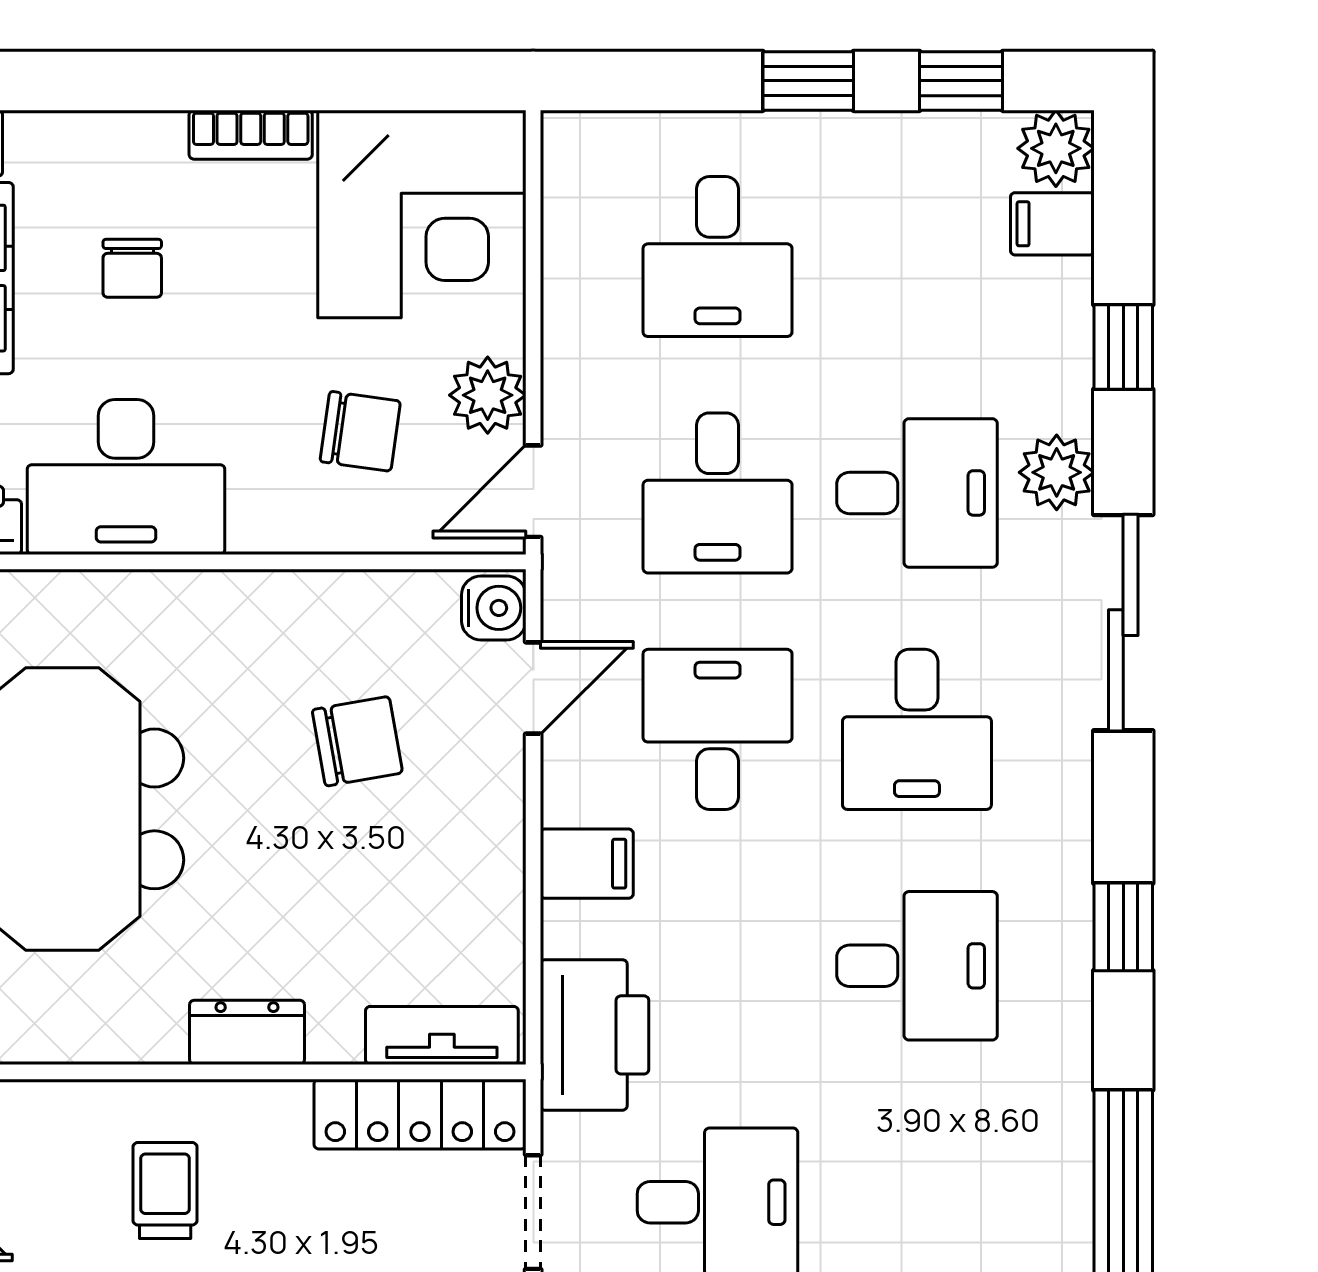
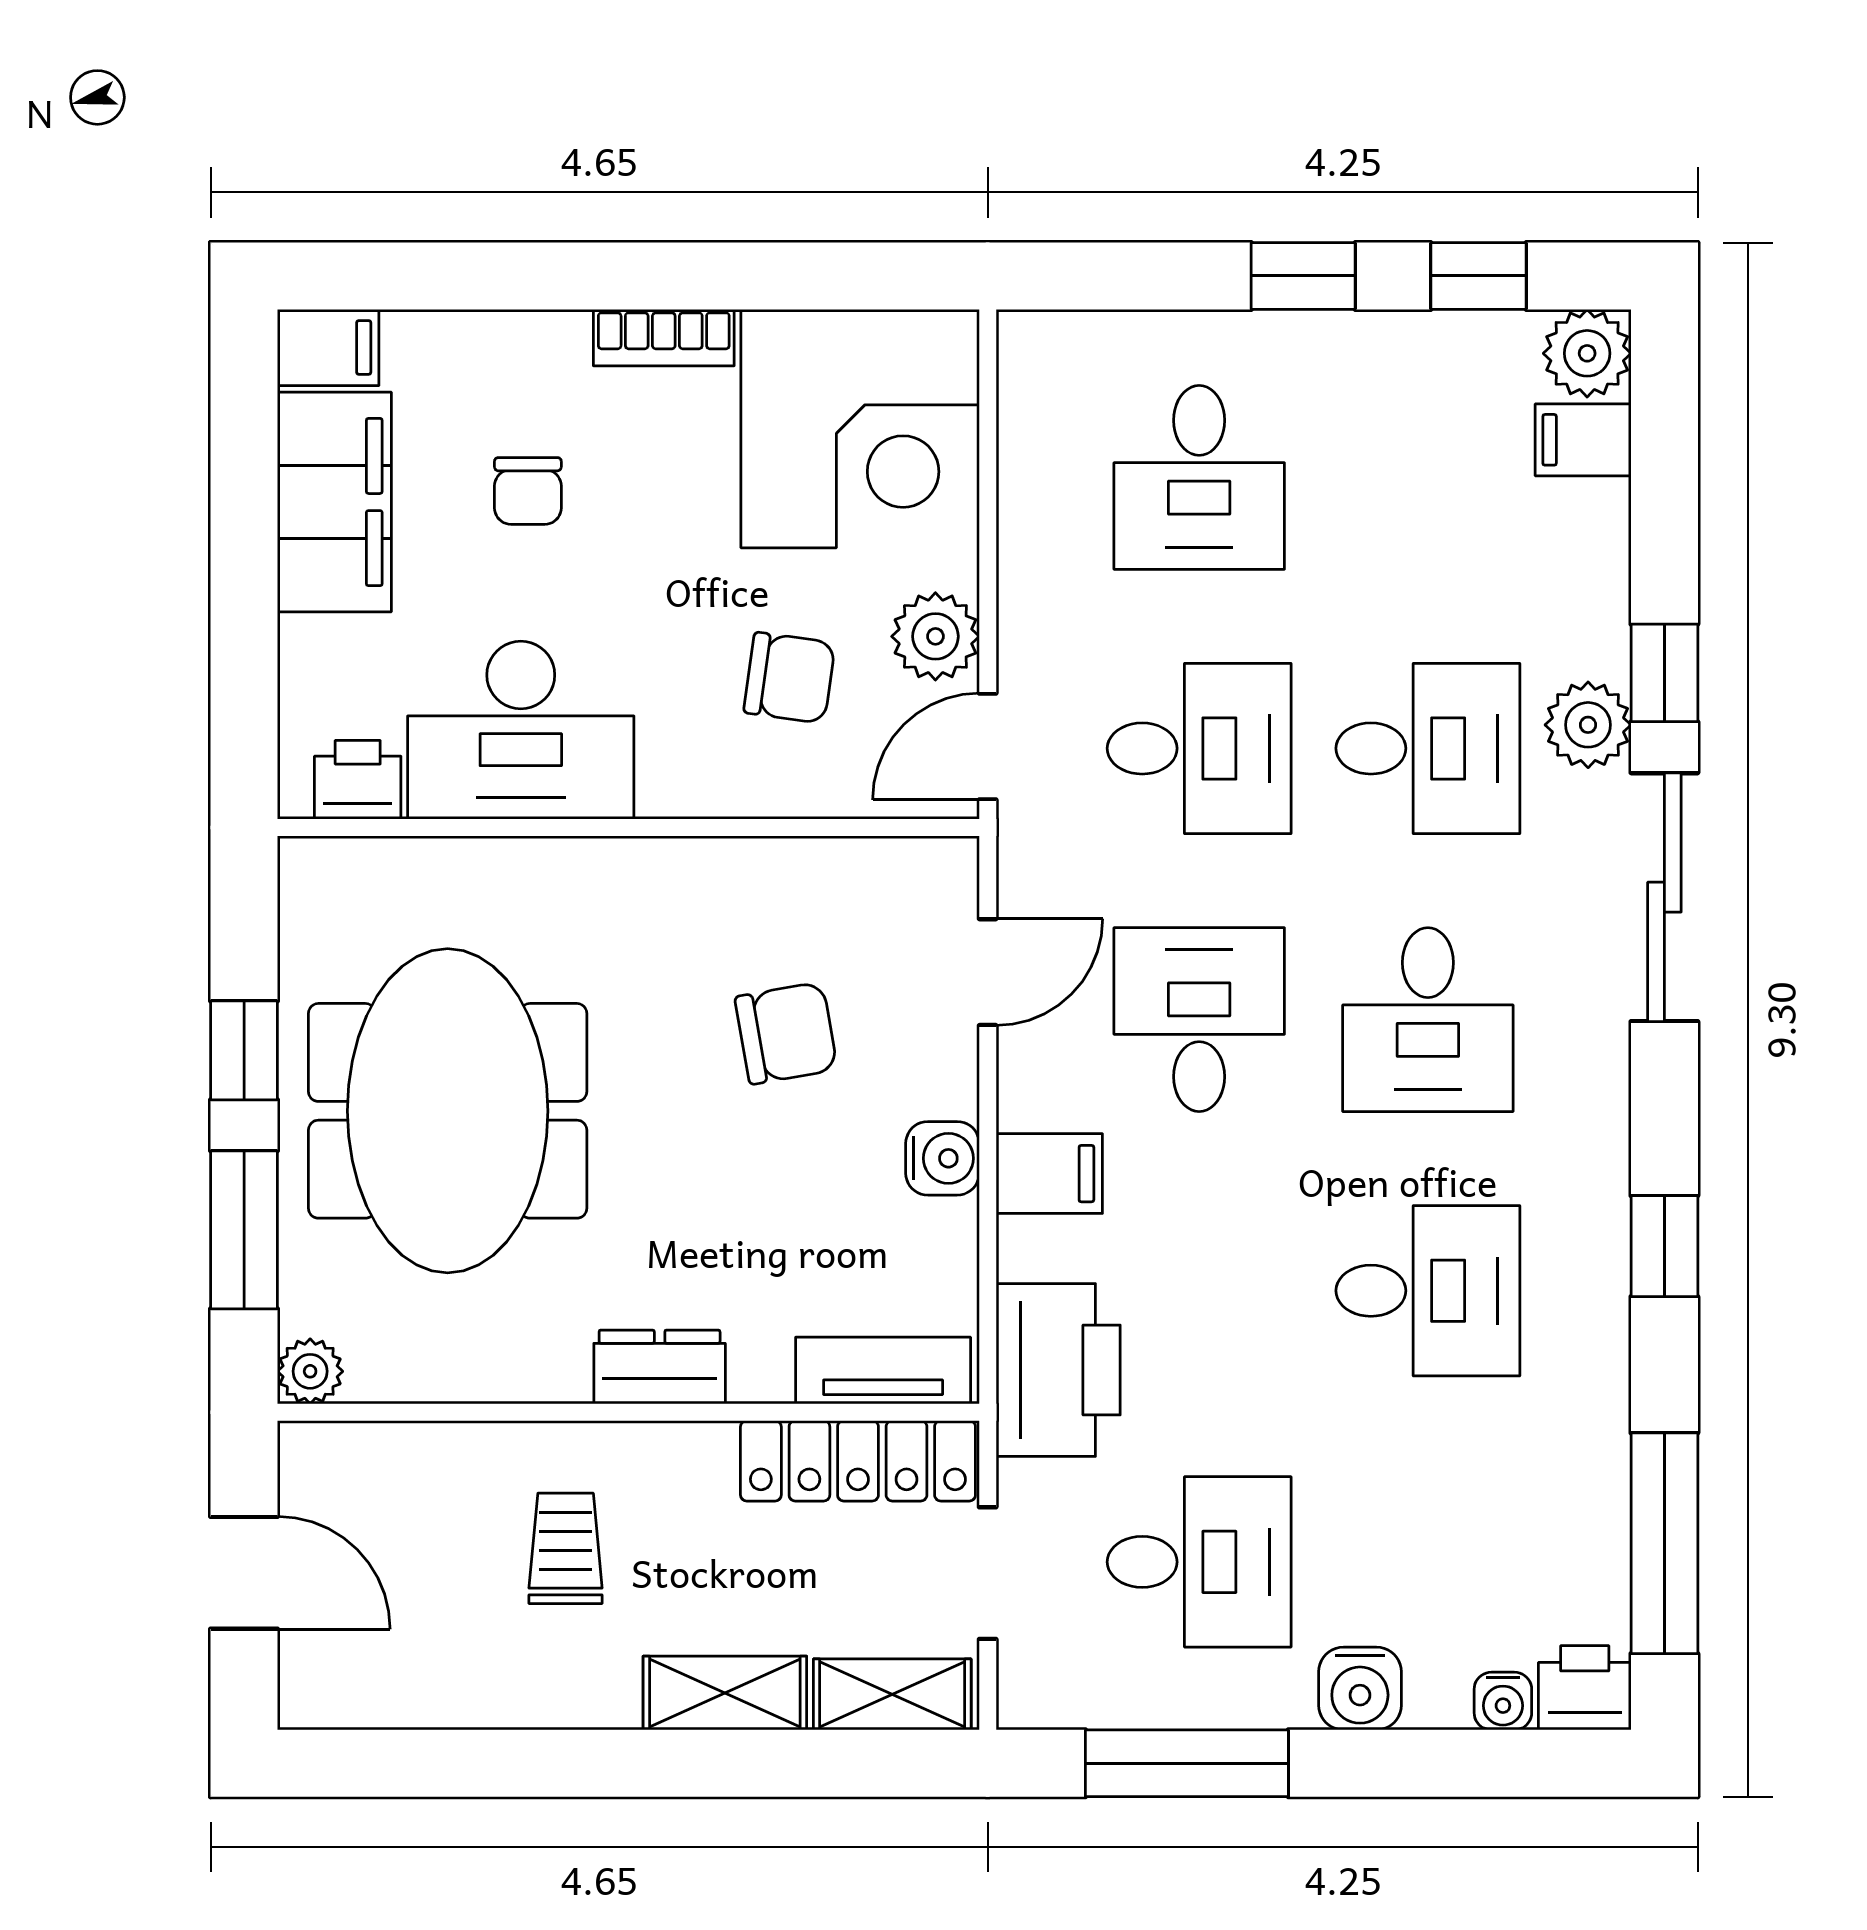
window: (1123, 347) -> (1664, 673), moved
desk: (718, 493) -> (1199, 748), turned -90
water cooler: (494, 608) -> (942, 1158), moved

